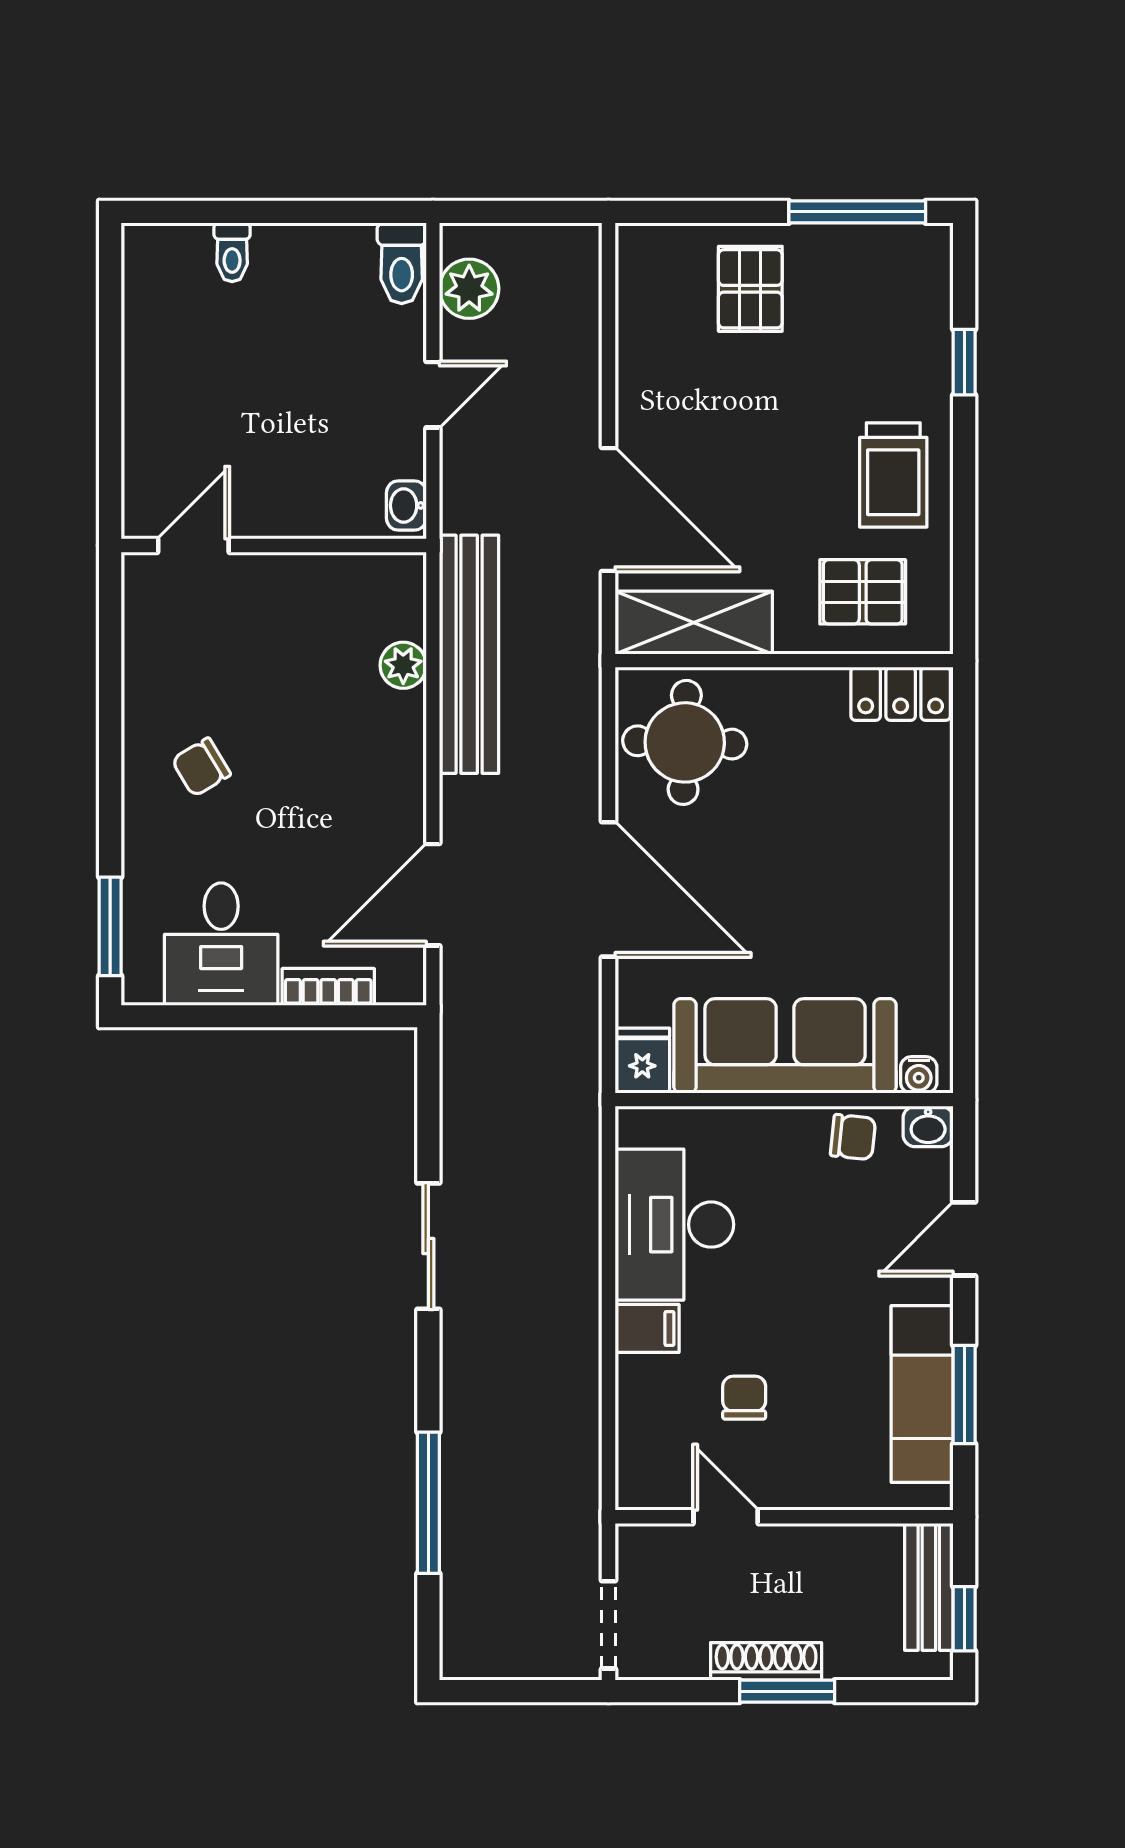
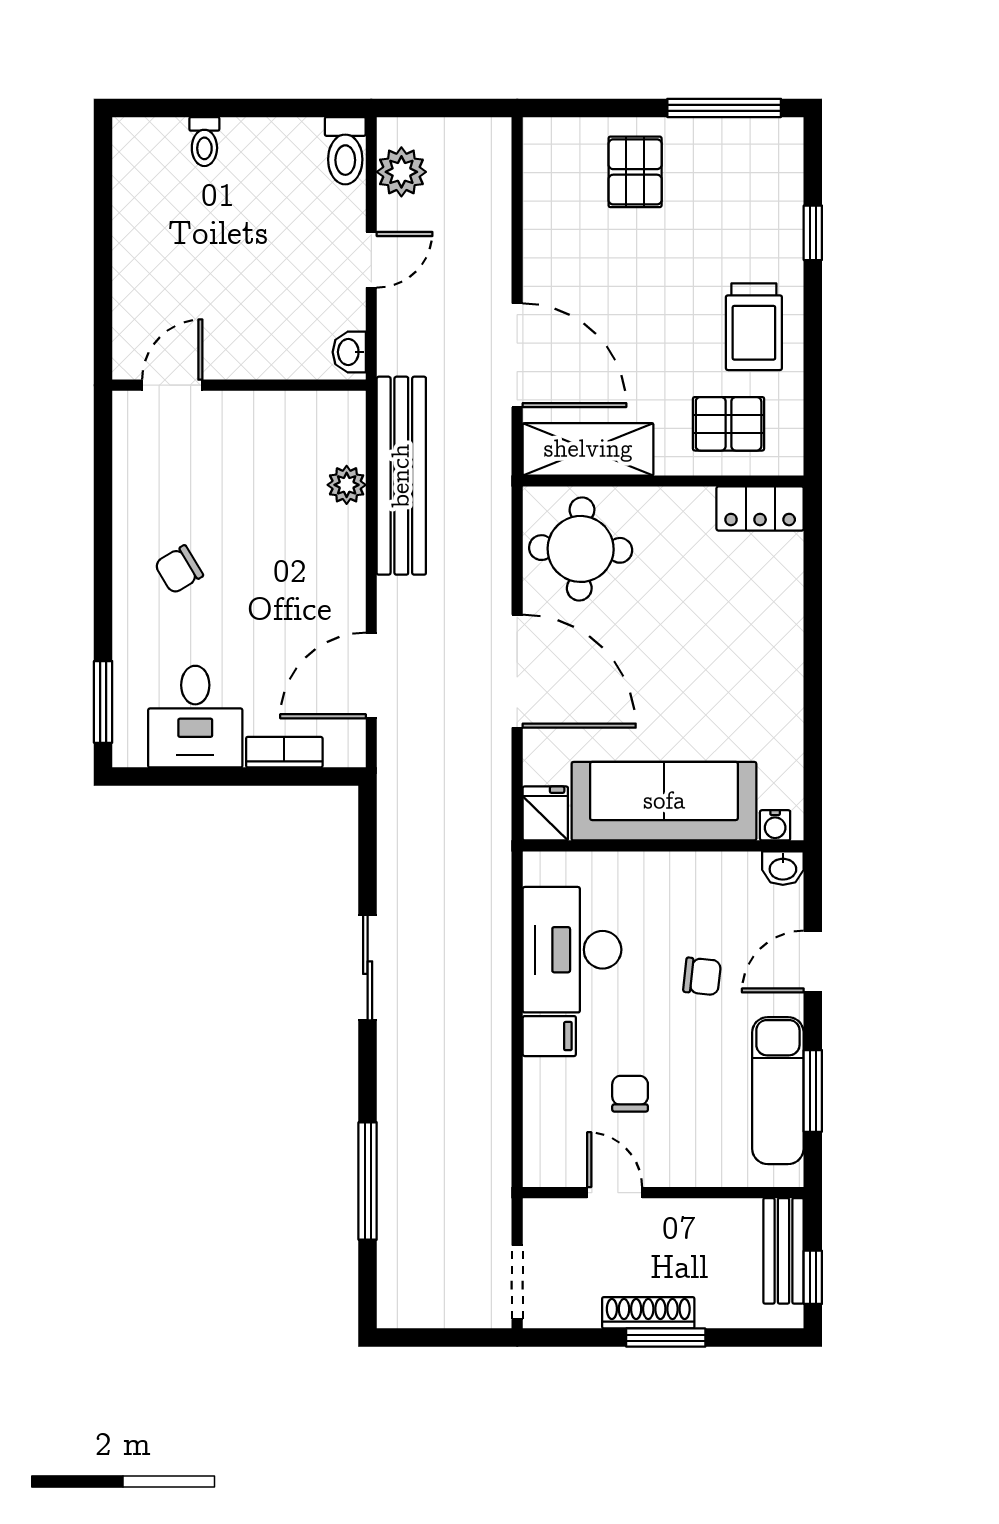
chair: (853, 1137) -> (702, 976), moved

